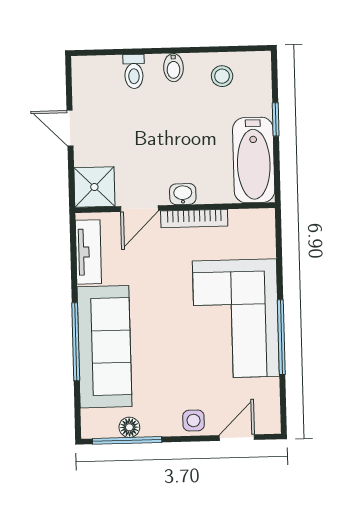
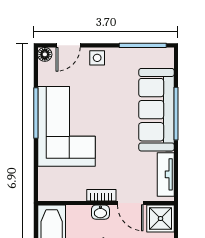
door: (139, 209) -> (130, 203), swing flipped
bookcase: (194, 219) -> (101, 195), width x0.64
floor lamp: (129, 427) -> (45, 54), moved

